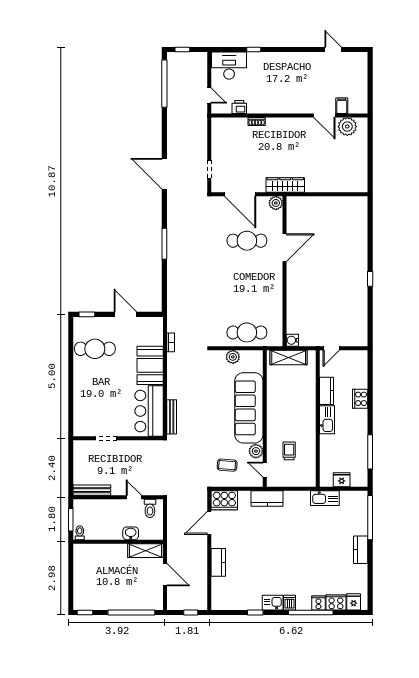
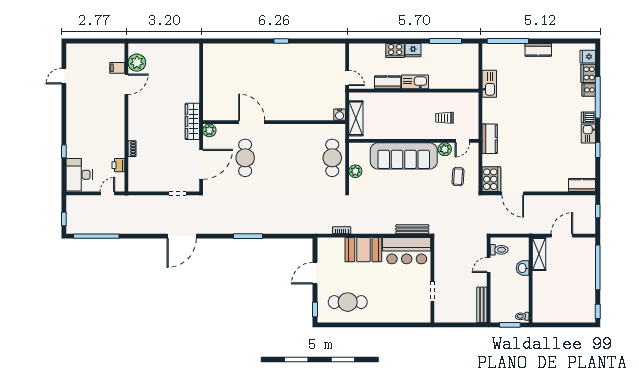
cafe table: (95, 349) -> (348, 302), turned 90
fridge: (342, 480) -> (413, 50), moved, turned -90
kitchen counter: (218, 562) -> (582, 185), moved

